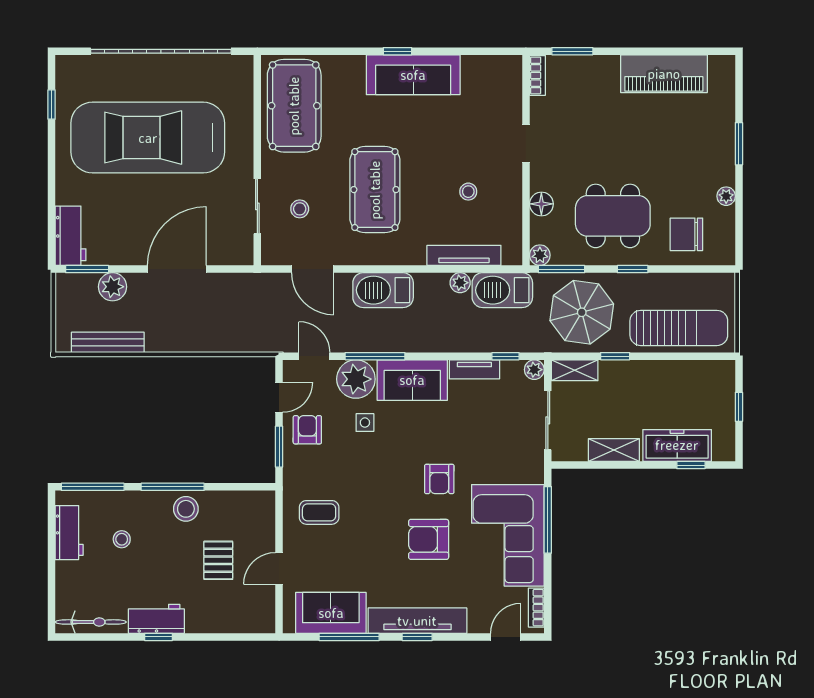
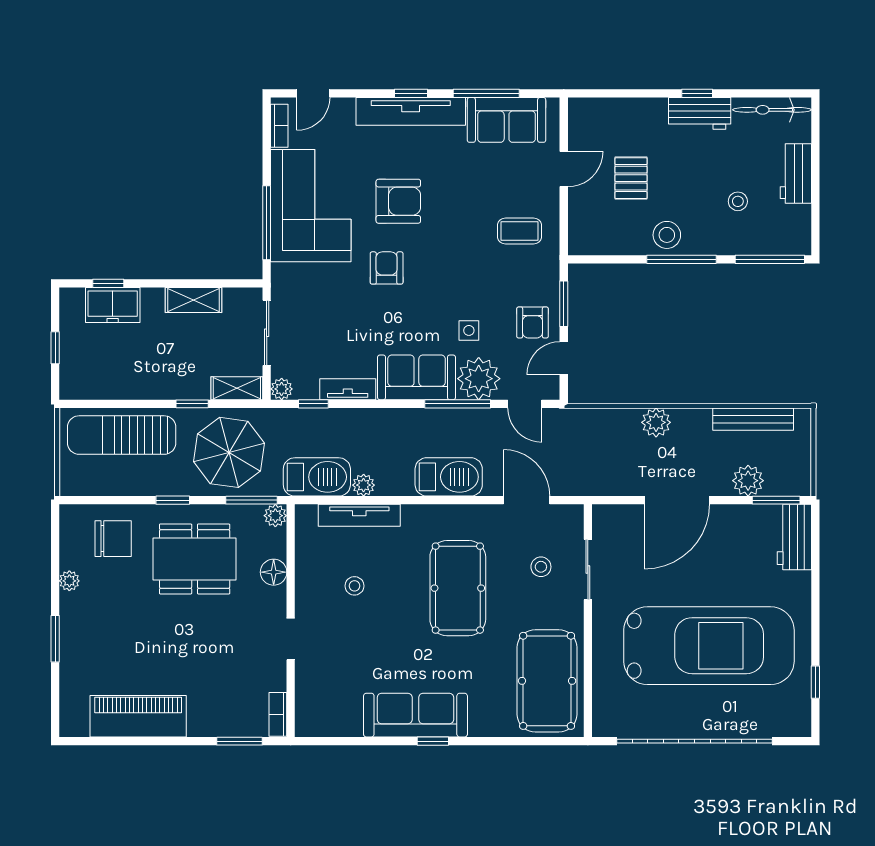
plant: (196, 339) -> (656, 422), added
freezer: (677, 445) -> (113, 305), width x0.71
workbench: (69, 533) -> (796, 173), moved

